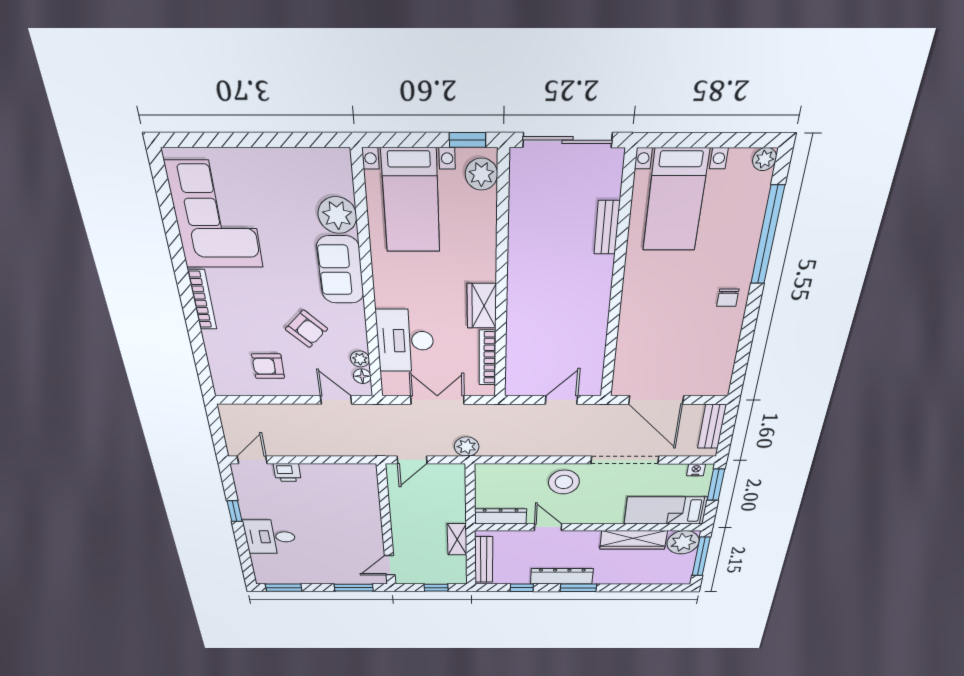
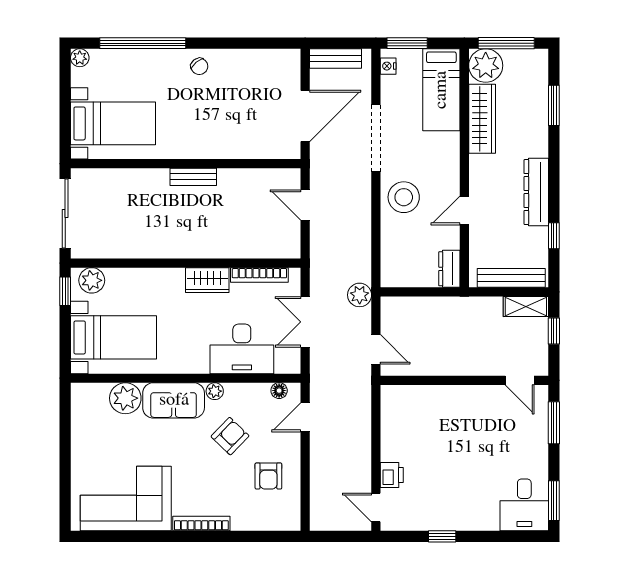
bench: (607, 228) -> (193, 177), moved
chair: (728, 298) -> (199, 66), turned 50
plant: (360, 359) -> (215, 391), moved
dresser: (500, 516) -> (449, 269), width x0.70
desk: (270, 537) -> (524, 505), moved
shelving: (457, 539) -> (526, 306), moved
window: (578, 588) -> (554, 105), moved

